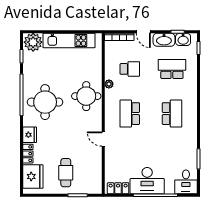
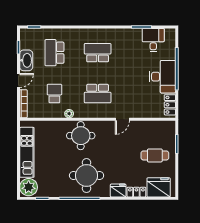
washbasin: (183, 39) -> (26, 42), removed
desk: (186, 182) -> (153, 40), moved, turned -90

